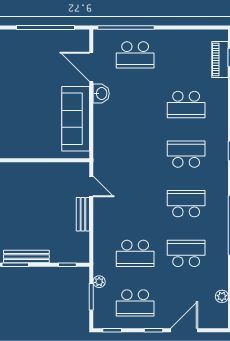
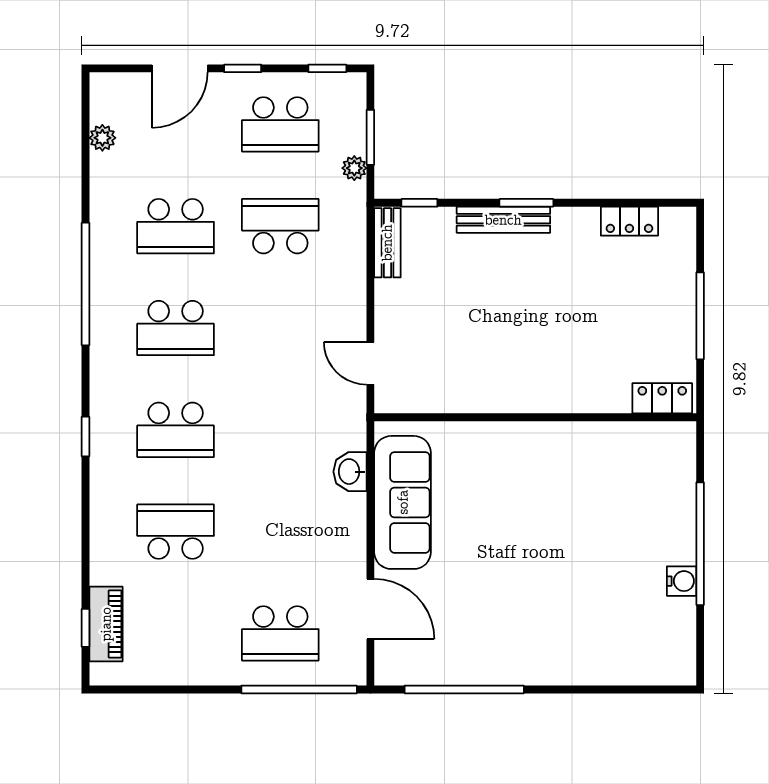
school desk: (135, 55) -> (280, 633), turned 180
washbasin: (101, 93) -> (350, 472), moved
bench: (83, 214) -> (387, 243), moved
school desk: (135, 303) -> (280, 124), turned 180

